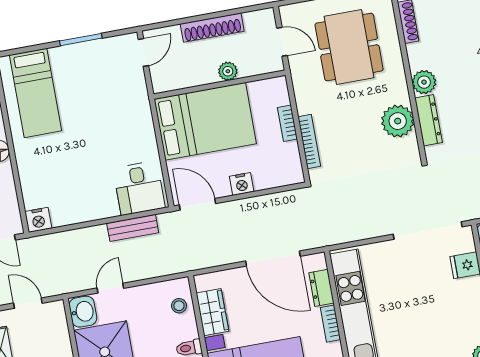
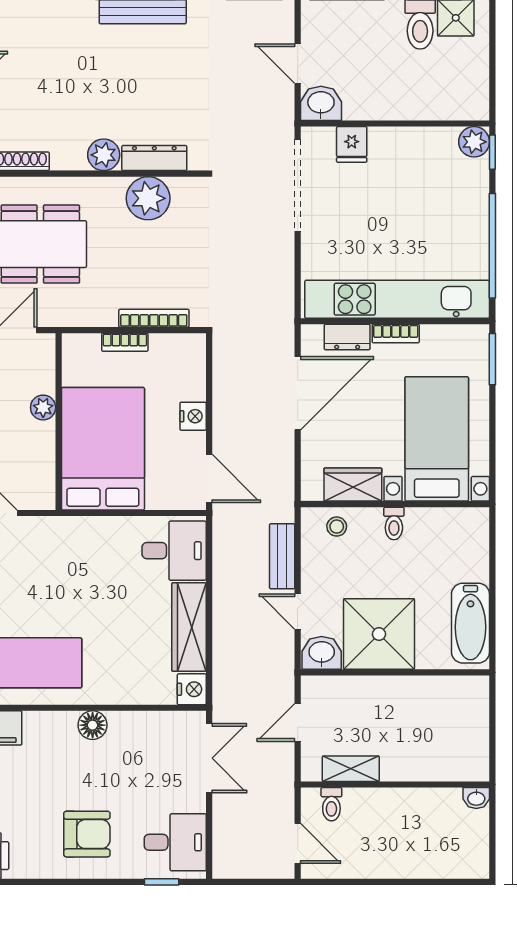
door: (198, 204) -> (209, 478), swing flipped
wardrobe: (84, 209) -> (189, 627), added
bench: (133, 228) -> (282, 556), moved

